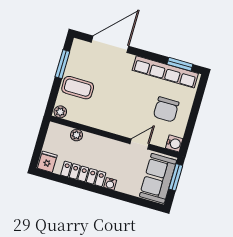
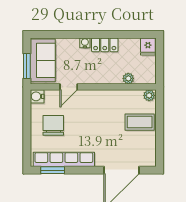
window: (62, 64) -> (160, 139), removed
locker: (83, 174) -> (105, 45), width x0.66

